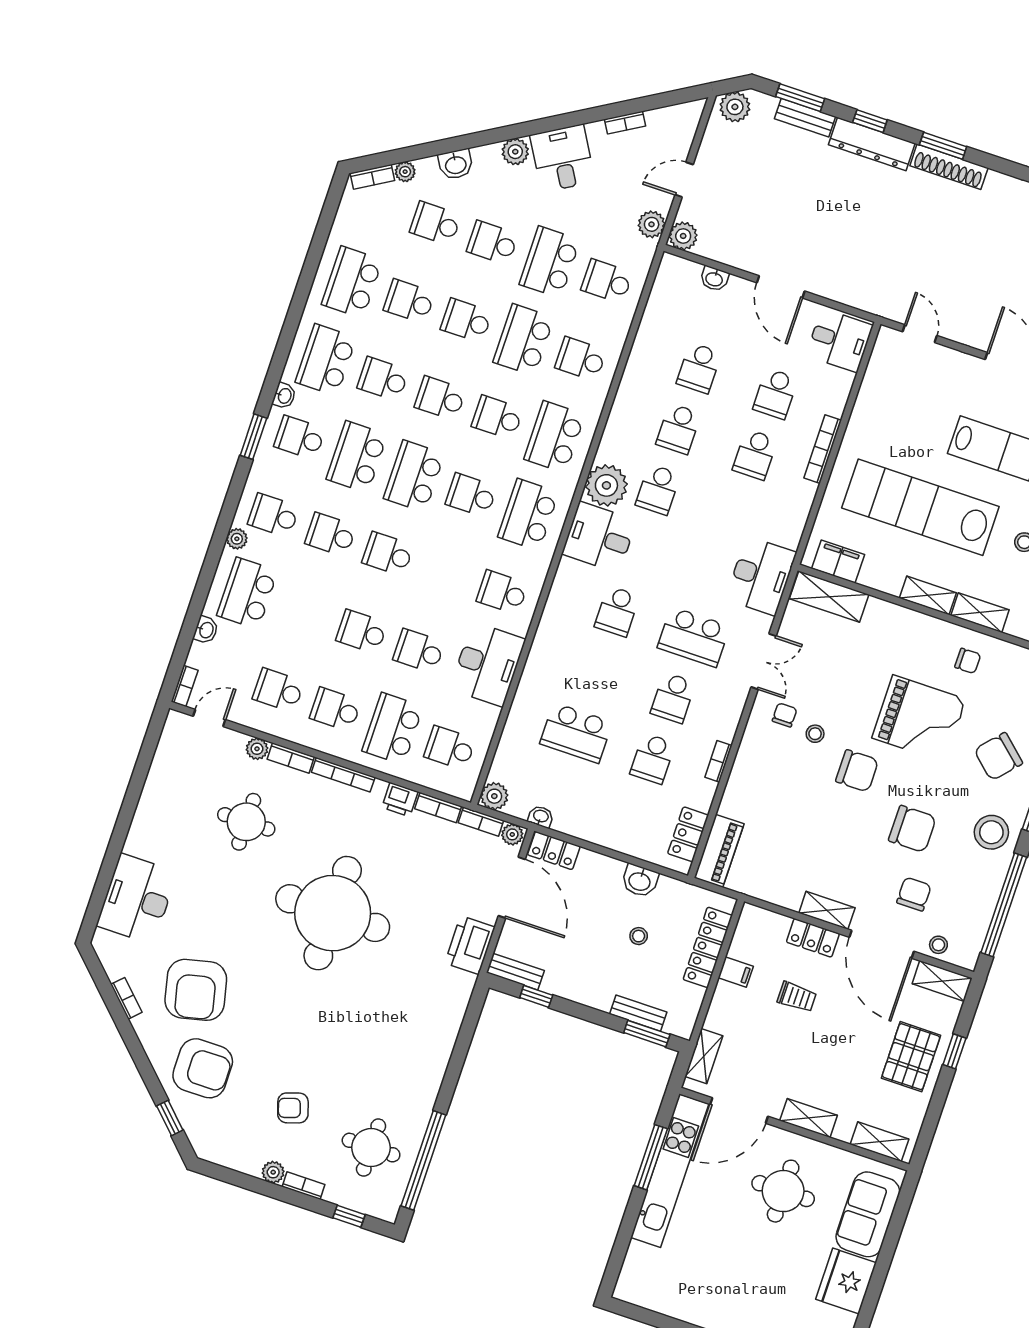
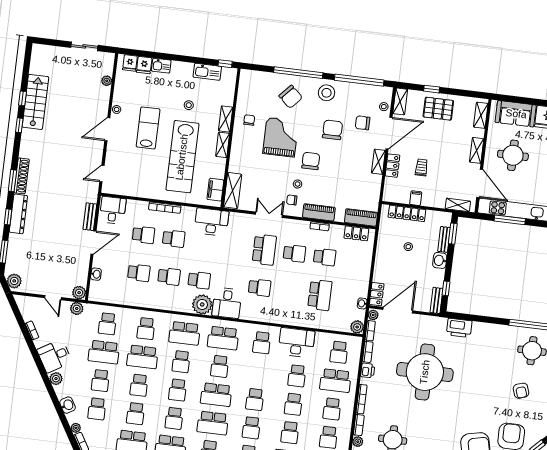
bench: (805, 118) -> (90, 217), moved
desk: (761, 576) -> (212, 222), moved
school desk: (305, 612) -> (290, 433), added
piano: (747, 766) -> (319, 212), added
washbasin: (640, 881) -> (440, 260), moved, turned 180
round table: (333, 913) -> (425, 372), moved
printer: (470, 945) -> (459, 328), moved

